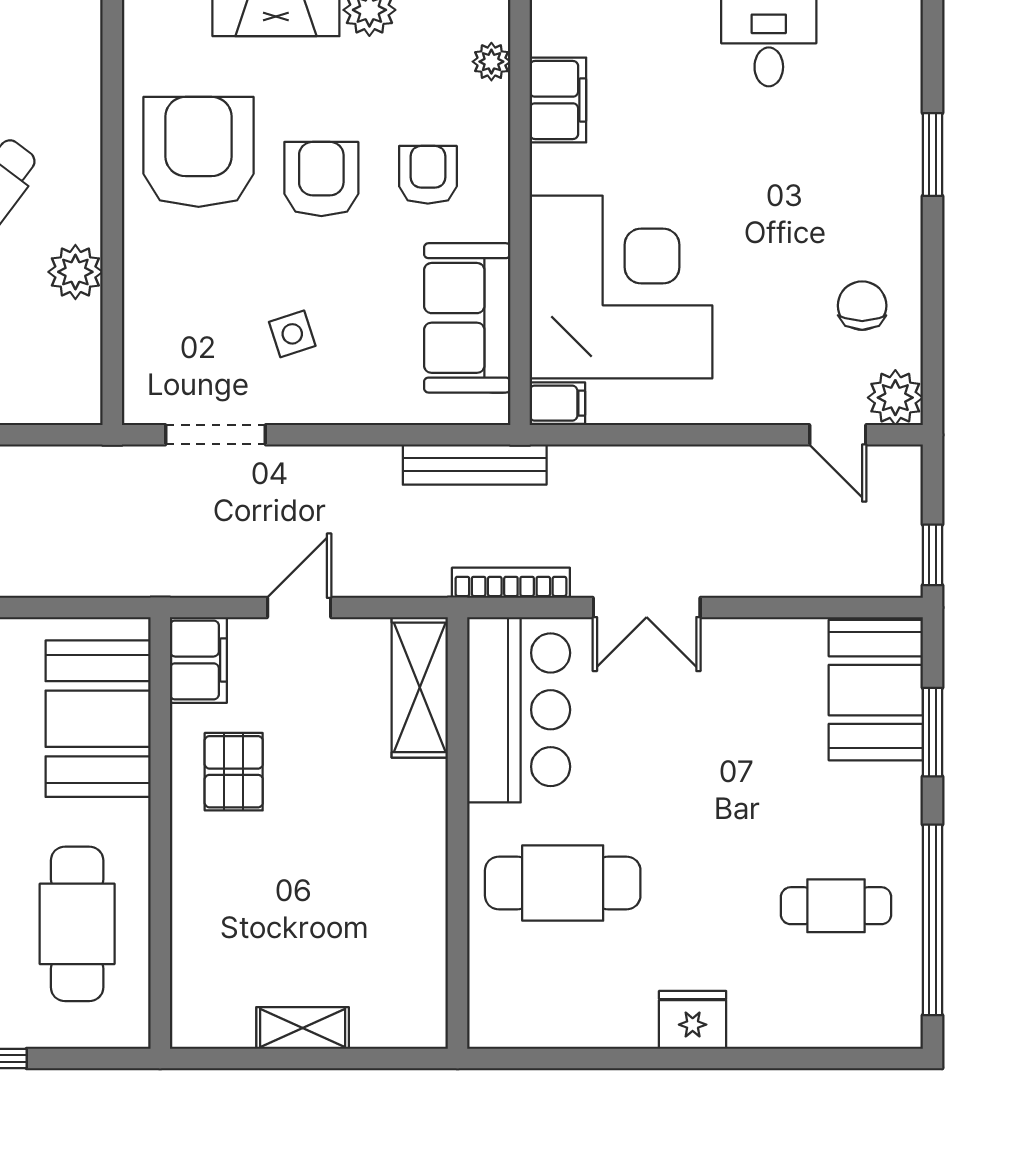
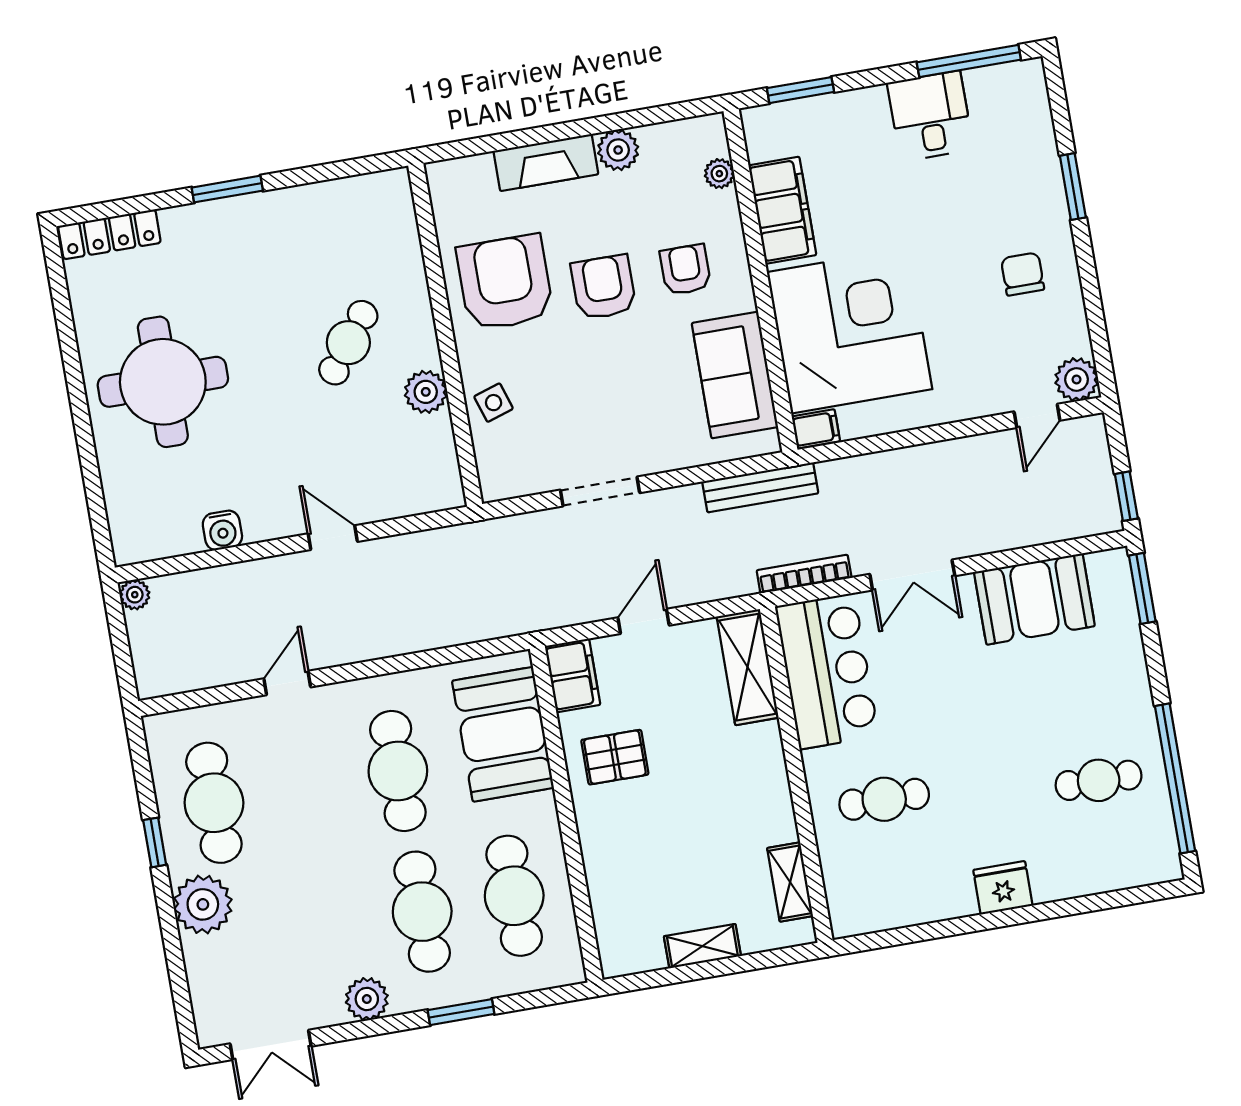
filing cabinet: (558, 100) -> (782, 210), width x1.50, depth x1.17
chair: (862, 306) -> (1023, 274), moved
side table: (292, 334) -> (494, 403), moved
doorway: (216, 435) -> (600, 491), moved
door: (838, 435) -> (1037, 416), hinge flipped
booth: (876, 690) -> (1034, 599), moved, turned 90
window: (933, 732) -> (1142, 588), moved
pallet: (234, 772) -> (615, 757), turned 90
cafe table: (563, 883) -> (884, 799), width x0.73, depth x0.74
shelving: (427, 966) -> (790, 882), added

